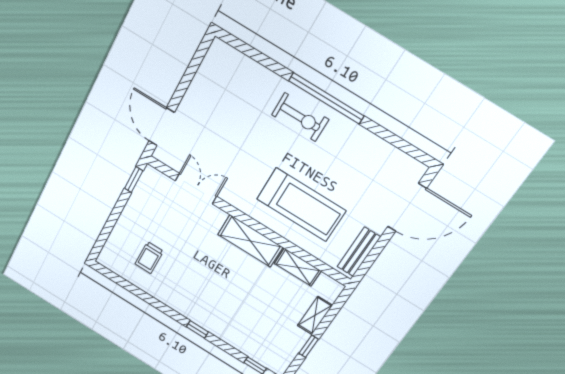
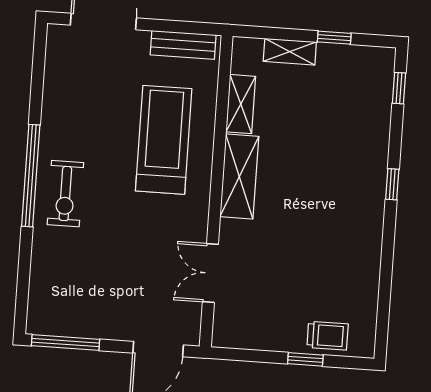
window: (195, 63) -> (66, 343), added
exercise bike: (300, 117) -> (65, 194), turned 180
window: (134, 180) -> (305, 359), moved
trolley: (149, 258) -> (328, 336), moved

